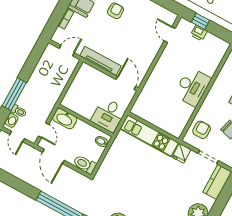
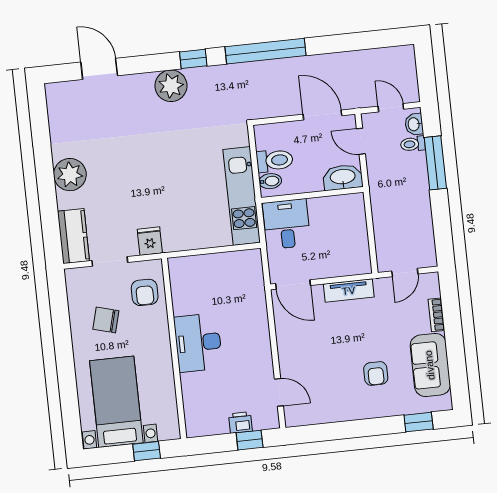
tv unit: (100, 61) -> (349, 291), width x0.71
kitchen unit: (149, 136) -> (242, 196), moved, turned -90
toilet: (85, 164) -> (275, 160), moved

